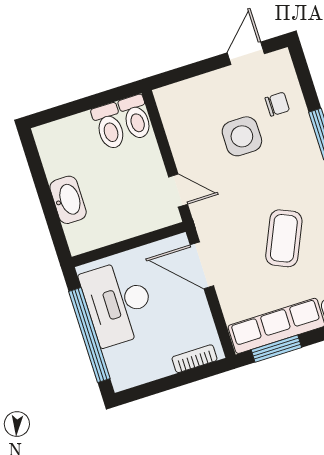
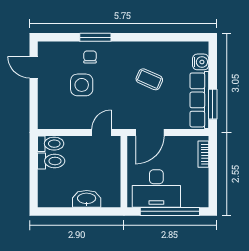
chair: (277, 104) -> (90, 57), moved
coffee table: (284, 238) -> (149, 79), width x0.73, depth x0.77

